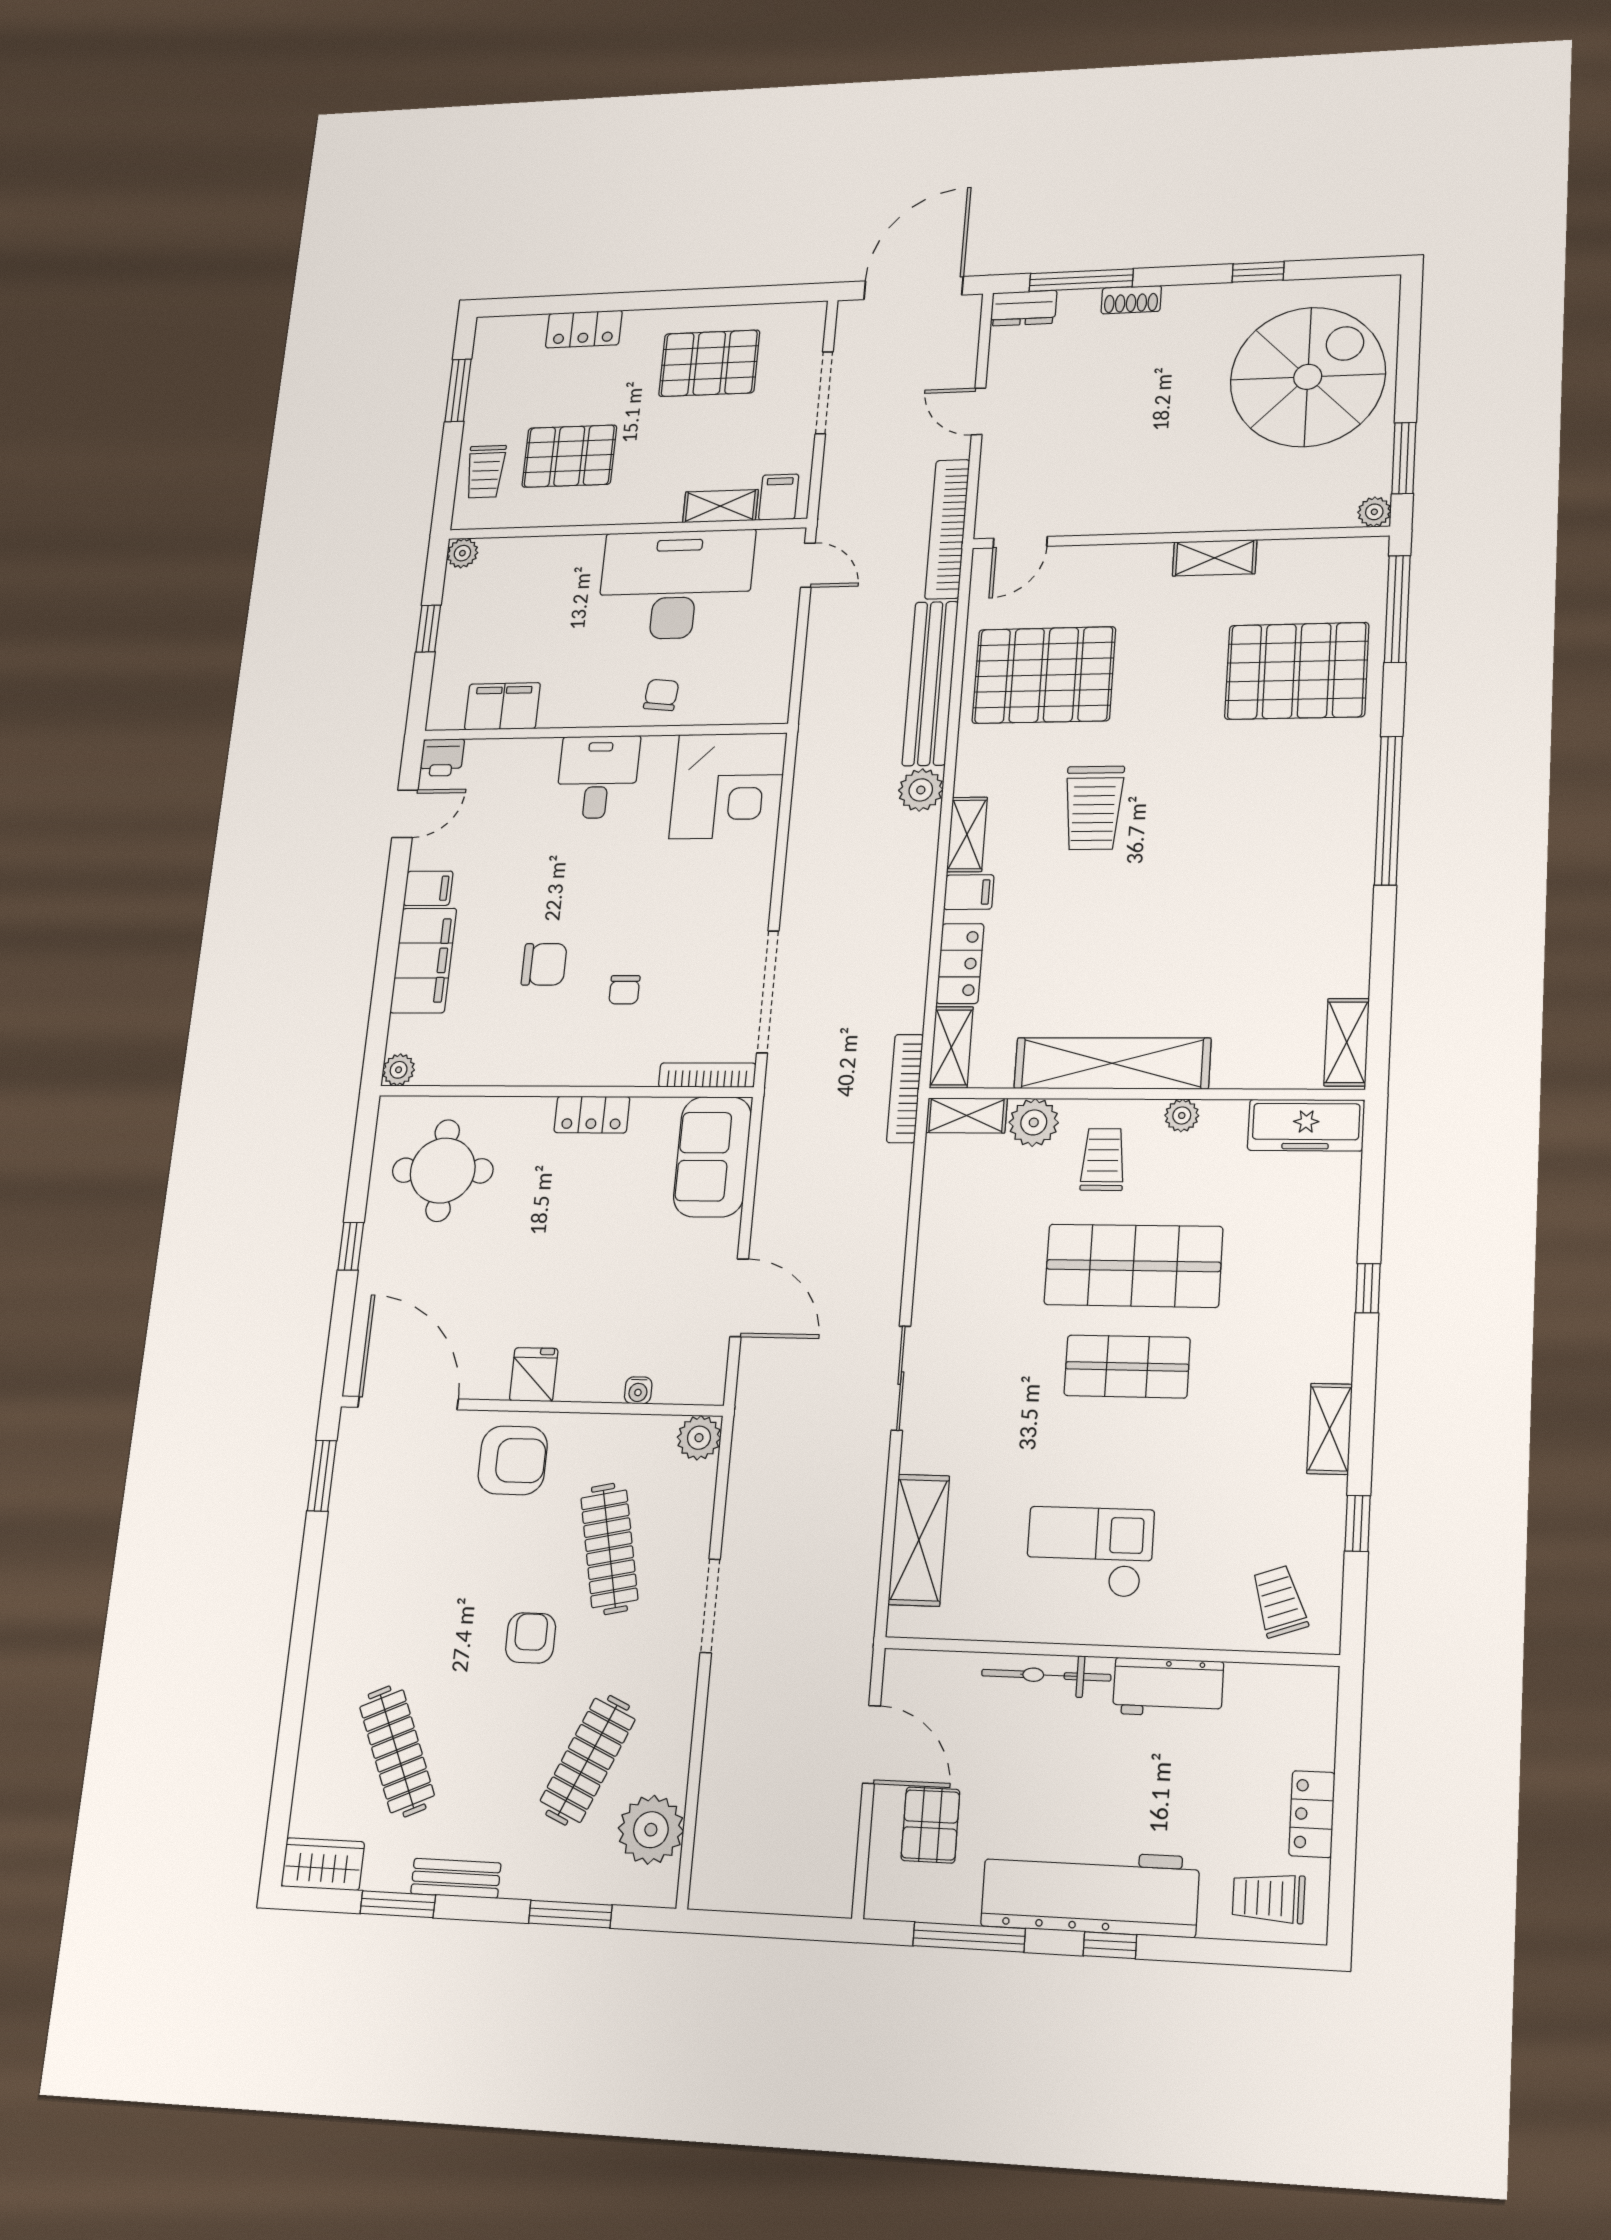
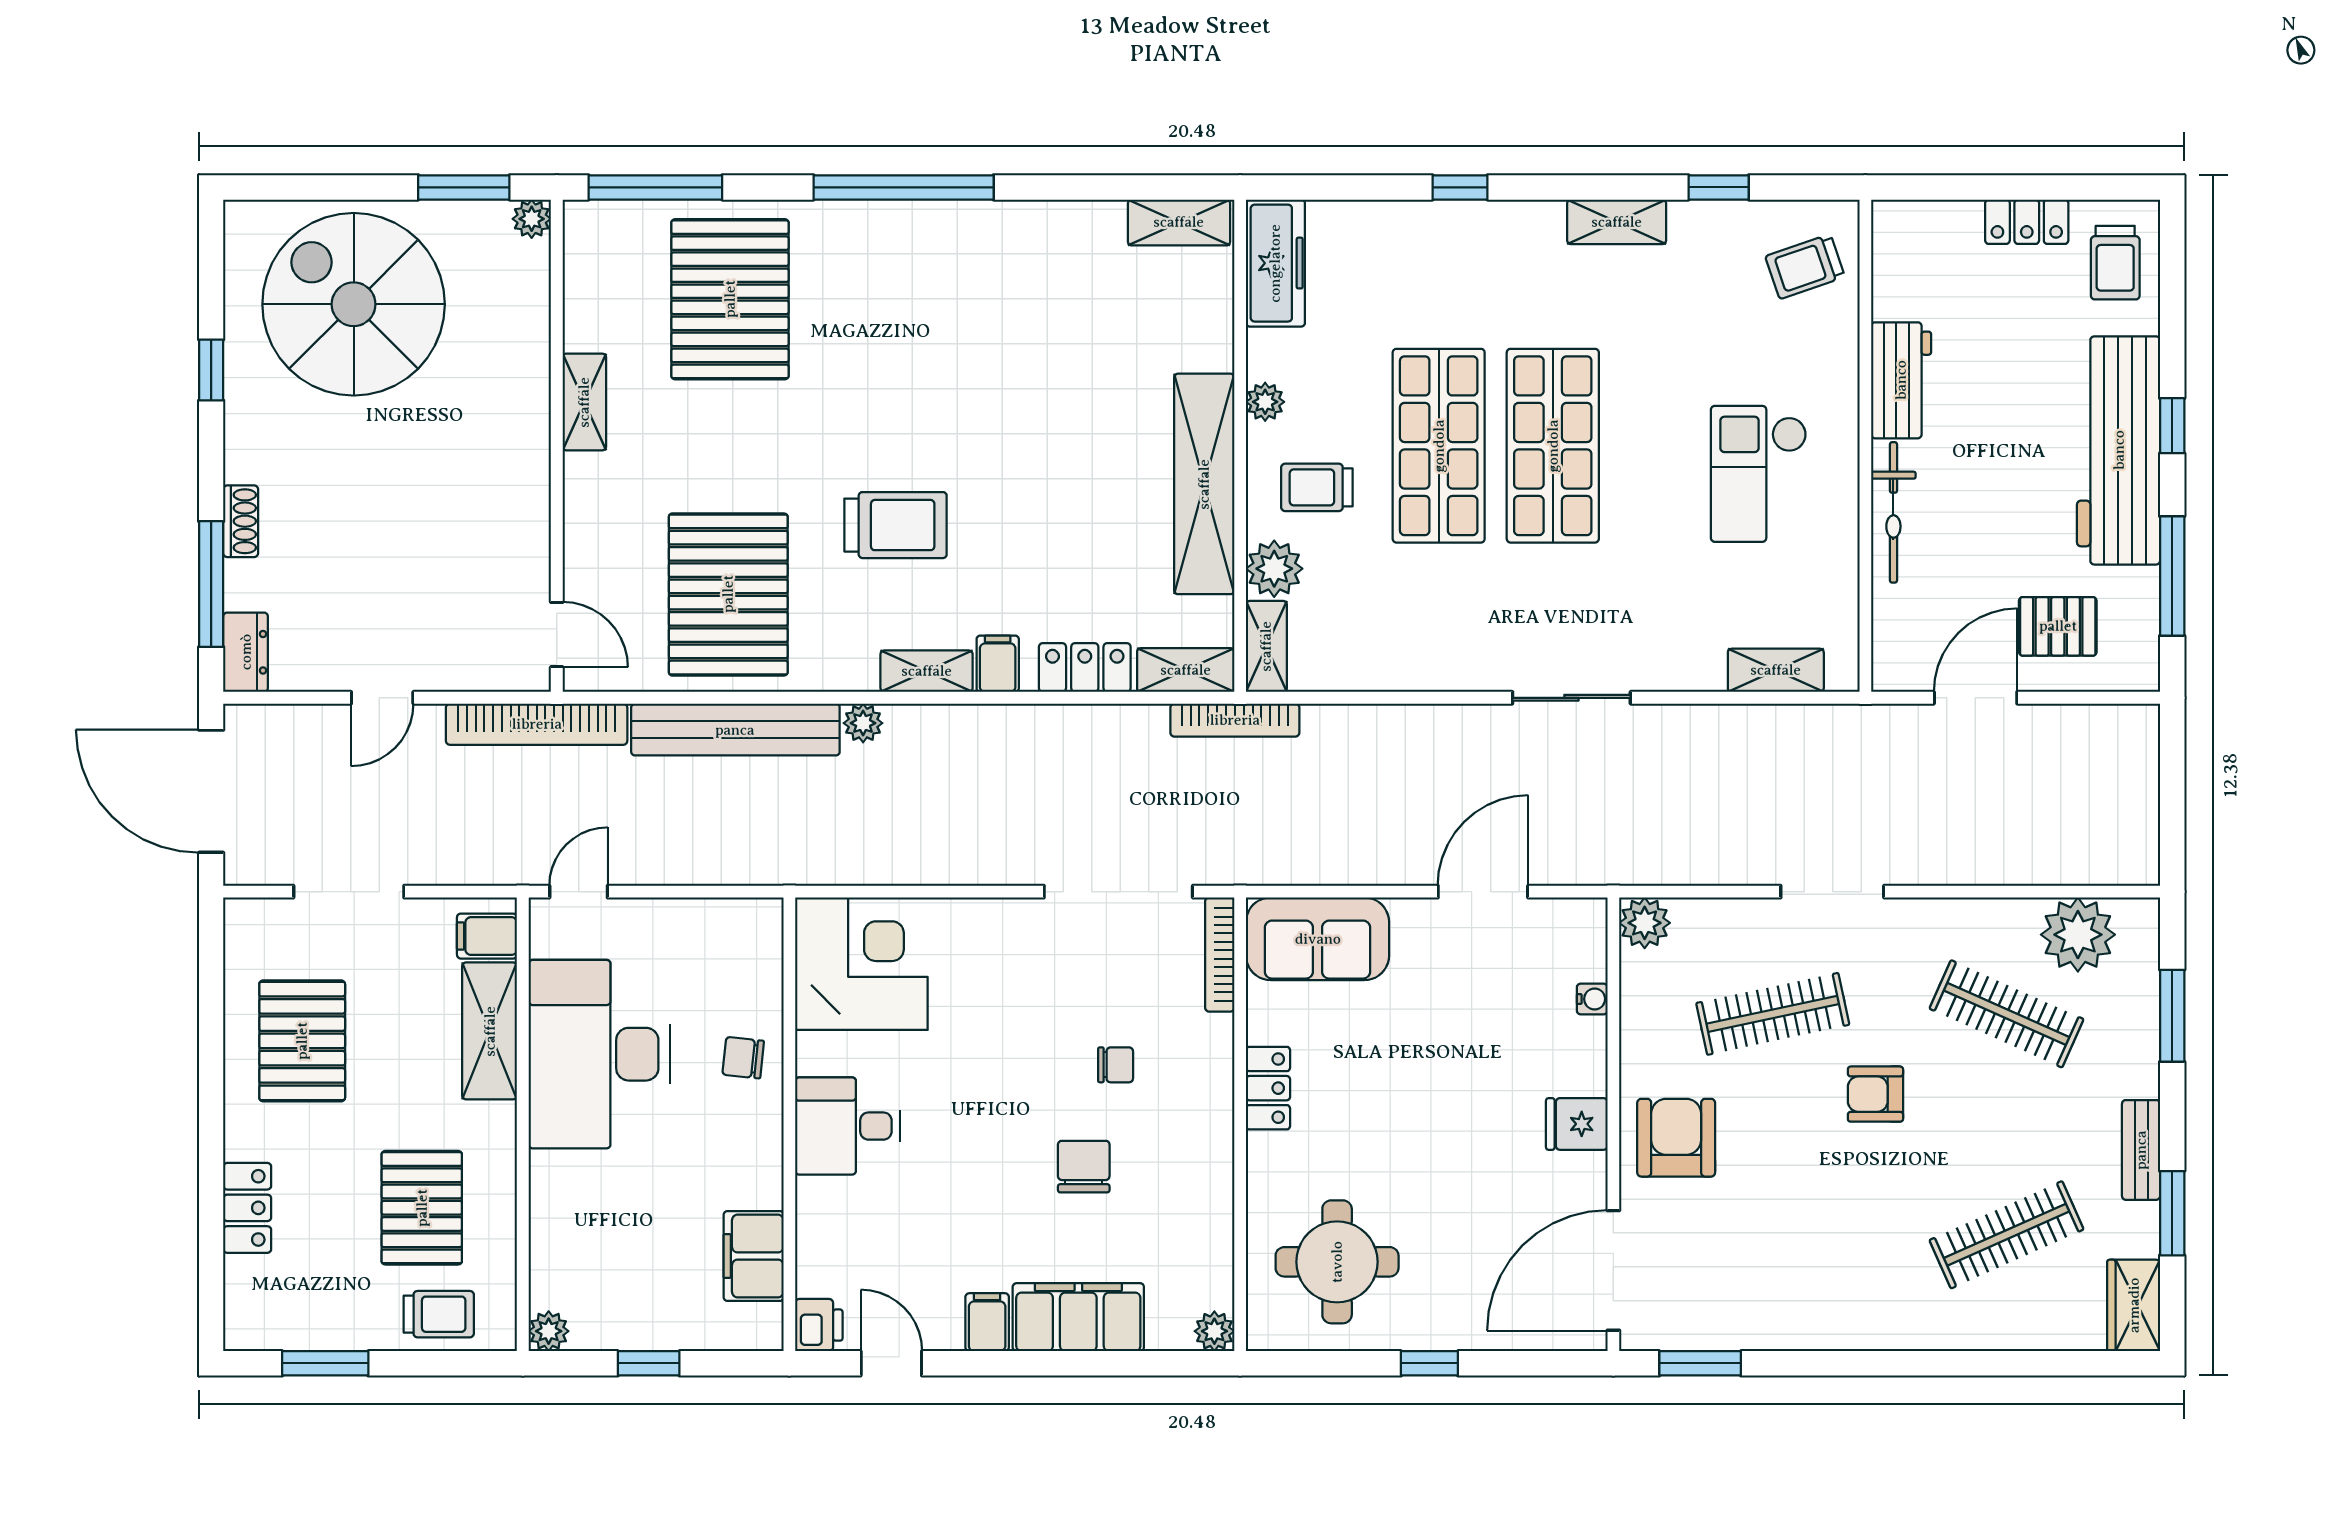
shelving: (720, 506) -> (490, 1031), width x1.50, depth x1.33
plant: (921, 790) -> (863, 723), width x0.73, depth x0.73
shop shelf: (1127, 1367) -> (1553, 446), width x1.43, depth x1.36
shelving: (919, 1540) -> (1776, 670), width x0.67, depth x0.75

